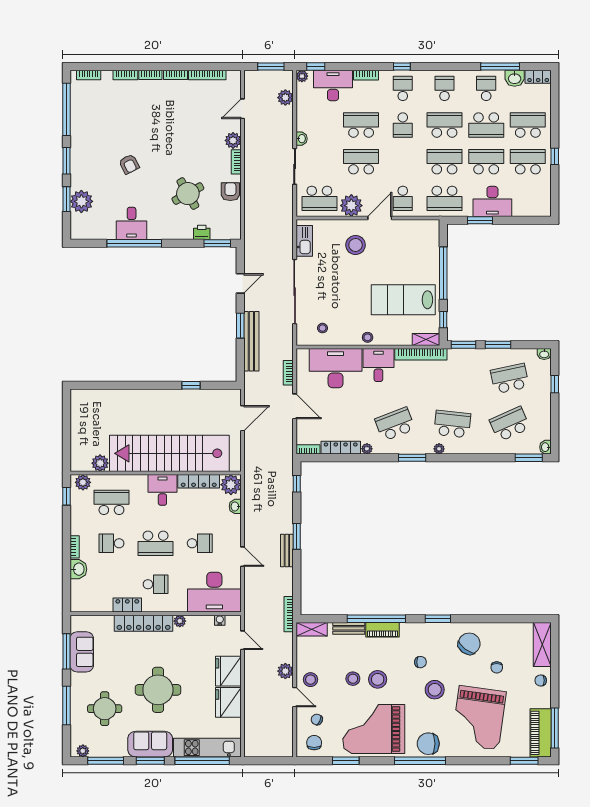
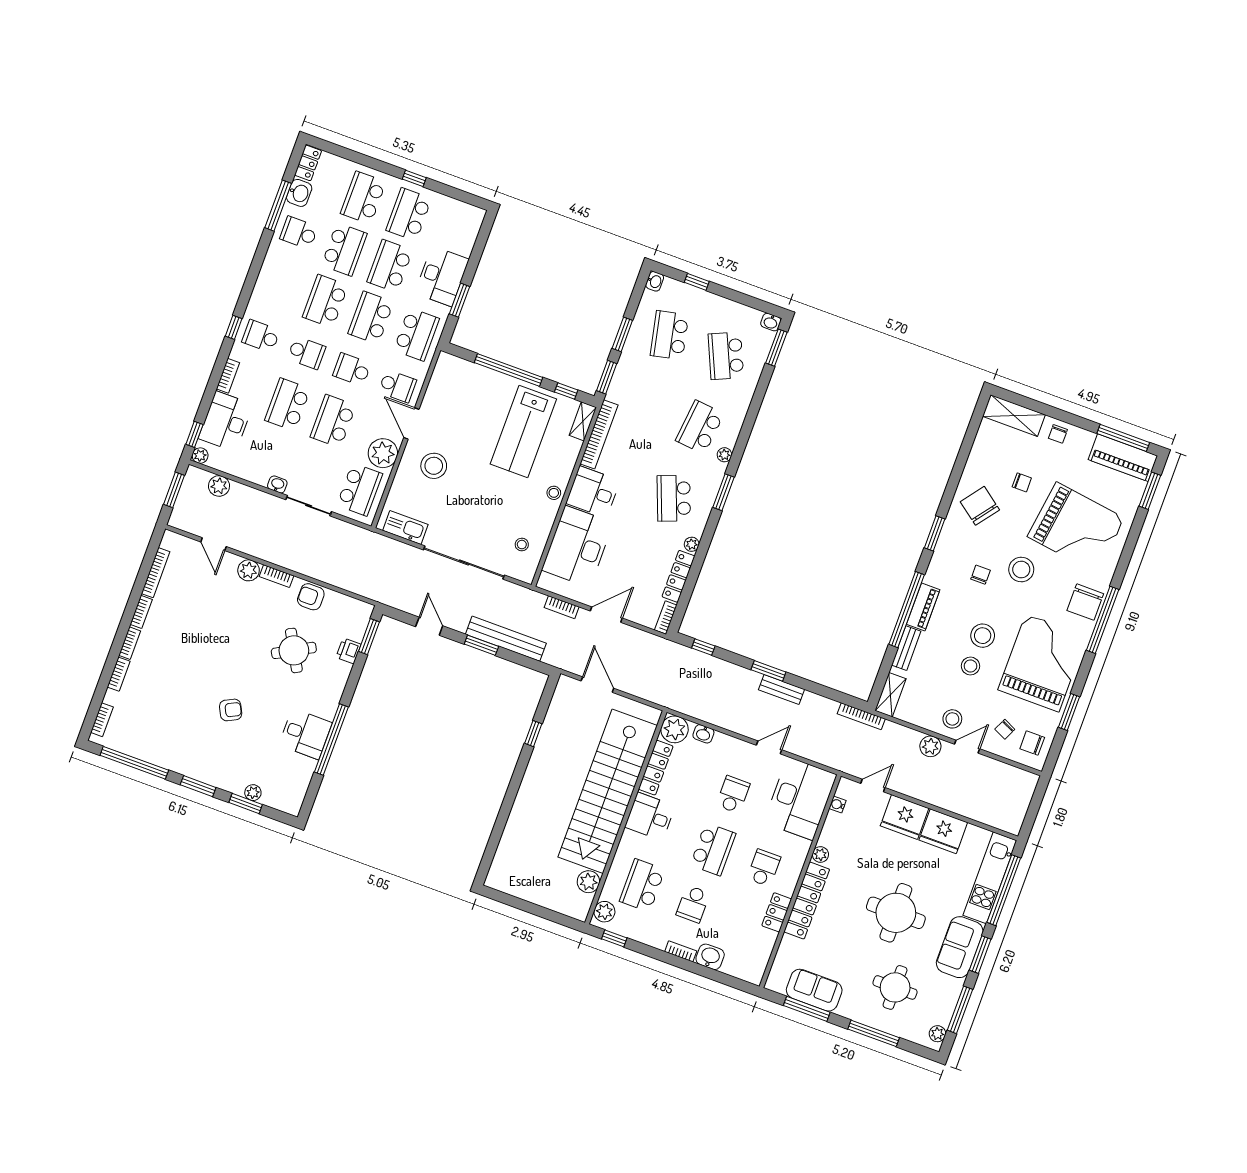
school desk: (444, 88) -> (352, 369), moved
plant: (81, 201) -> (253, 793), width x0.53, depth x0.53
grand piano: (374, 729) -> (1042, 663), turned 180

